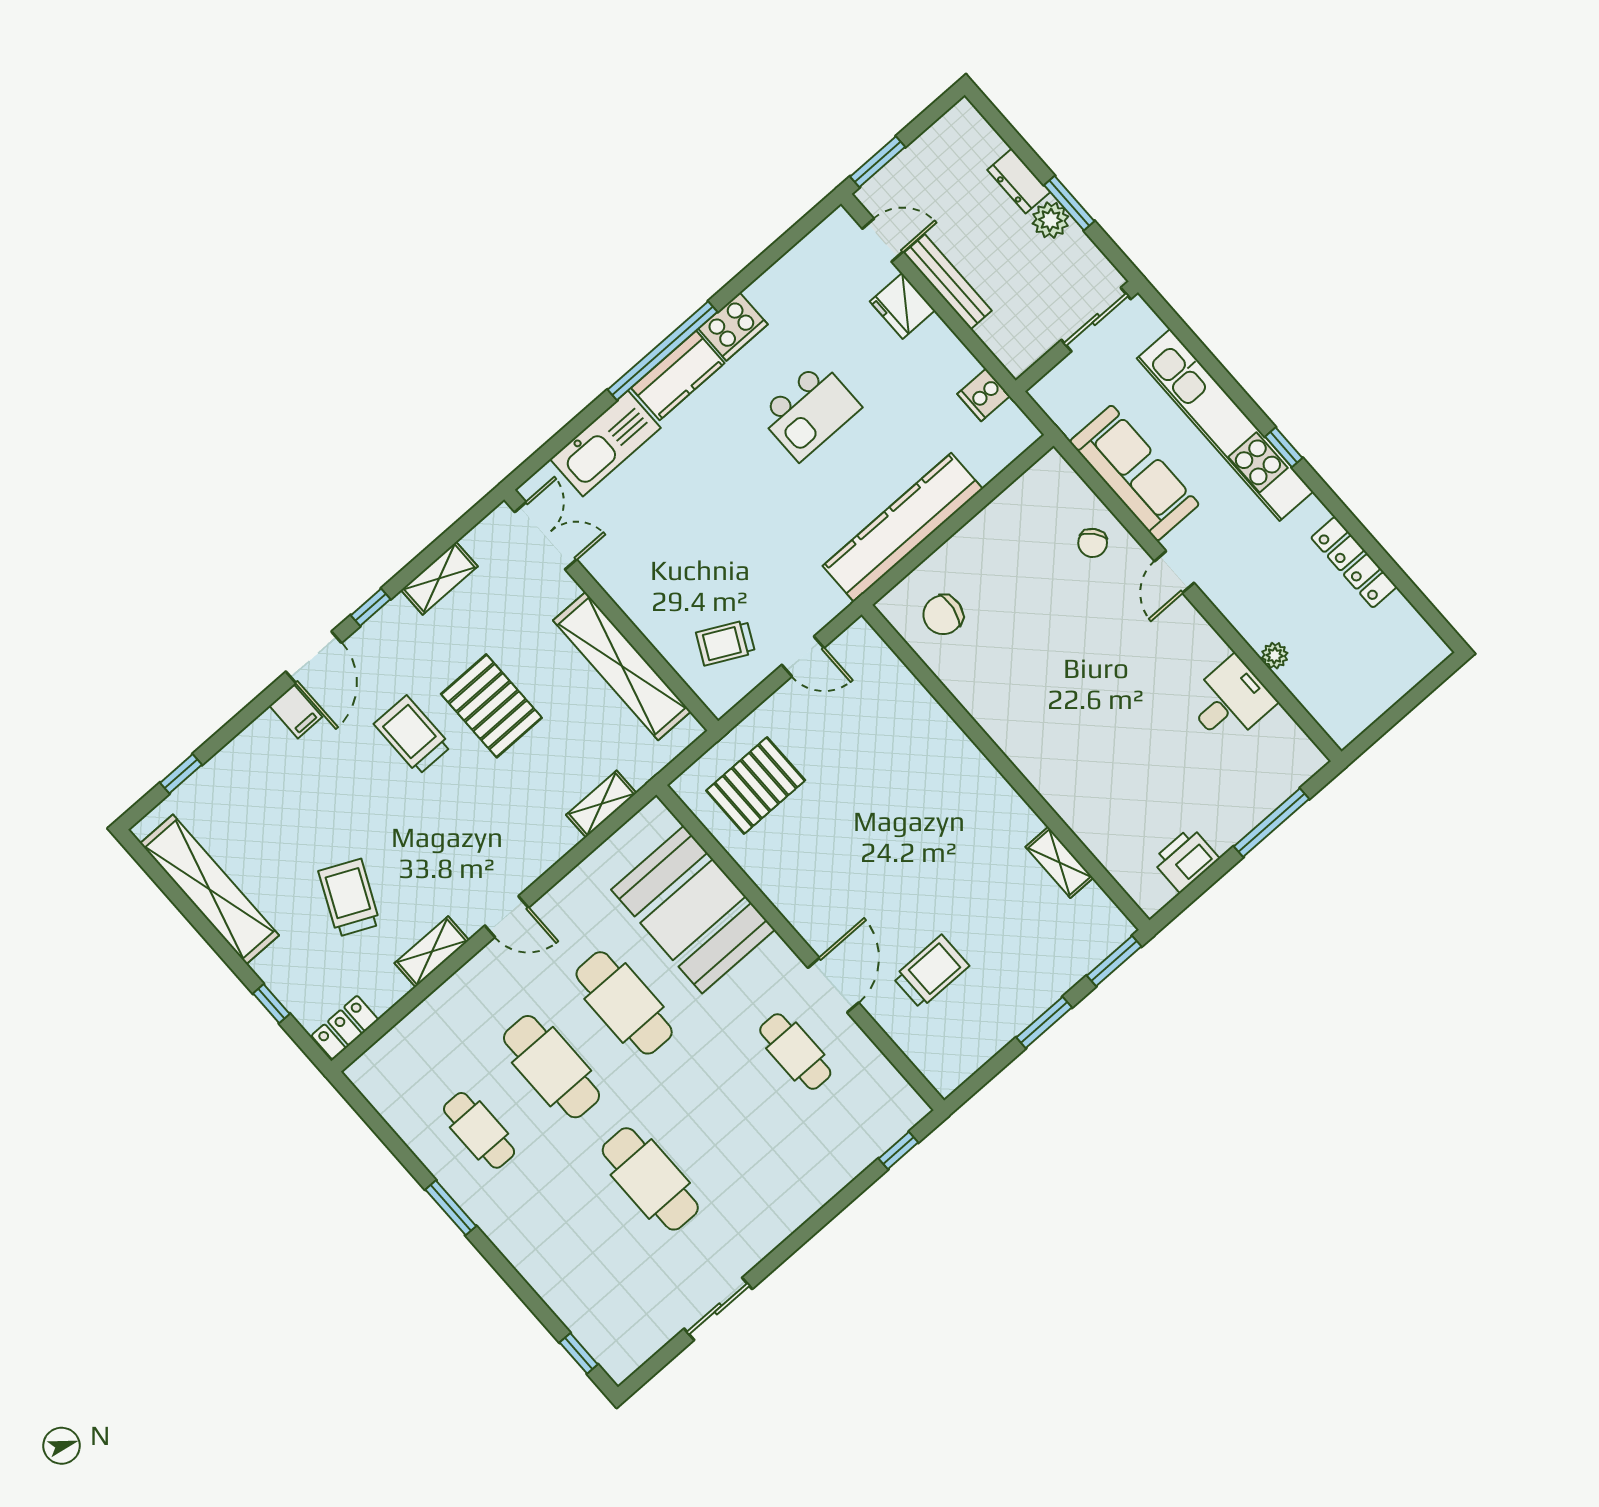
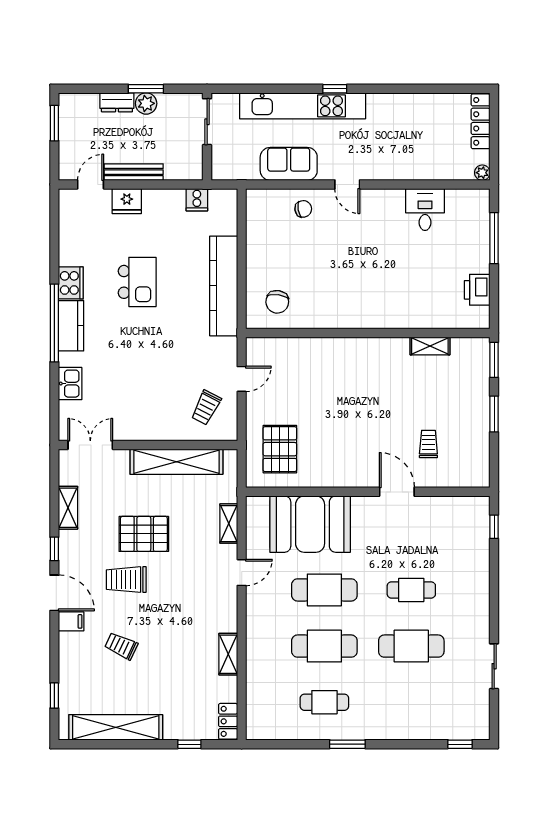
window: (878, 162) -> (54, 123), moved
kitchen sink: (605, 444) -> (70, 384), width x0.53, depth x0.81
sofa: (1134, 473) -> (289, 164), width x0.73
chair: (1093, 543) -> (303, 209), turned -59
locker: (1354, 562) -> (481, 121), moved, turned 90
plant: (1275, 656) -> (482, 173), moved
trolley: (349, 898) -> (121, 646), moved, width x0.73, depth x0.72
door: (507, 917) -> (242, 573), moved
trolley: (931, 972) -> (428, 444), width x0.73, depth x0.72
cafe table: (795, 1052) -> (411, 590), moved

